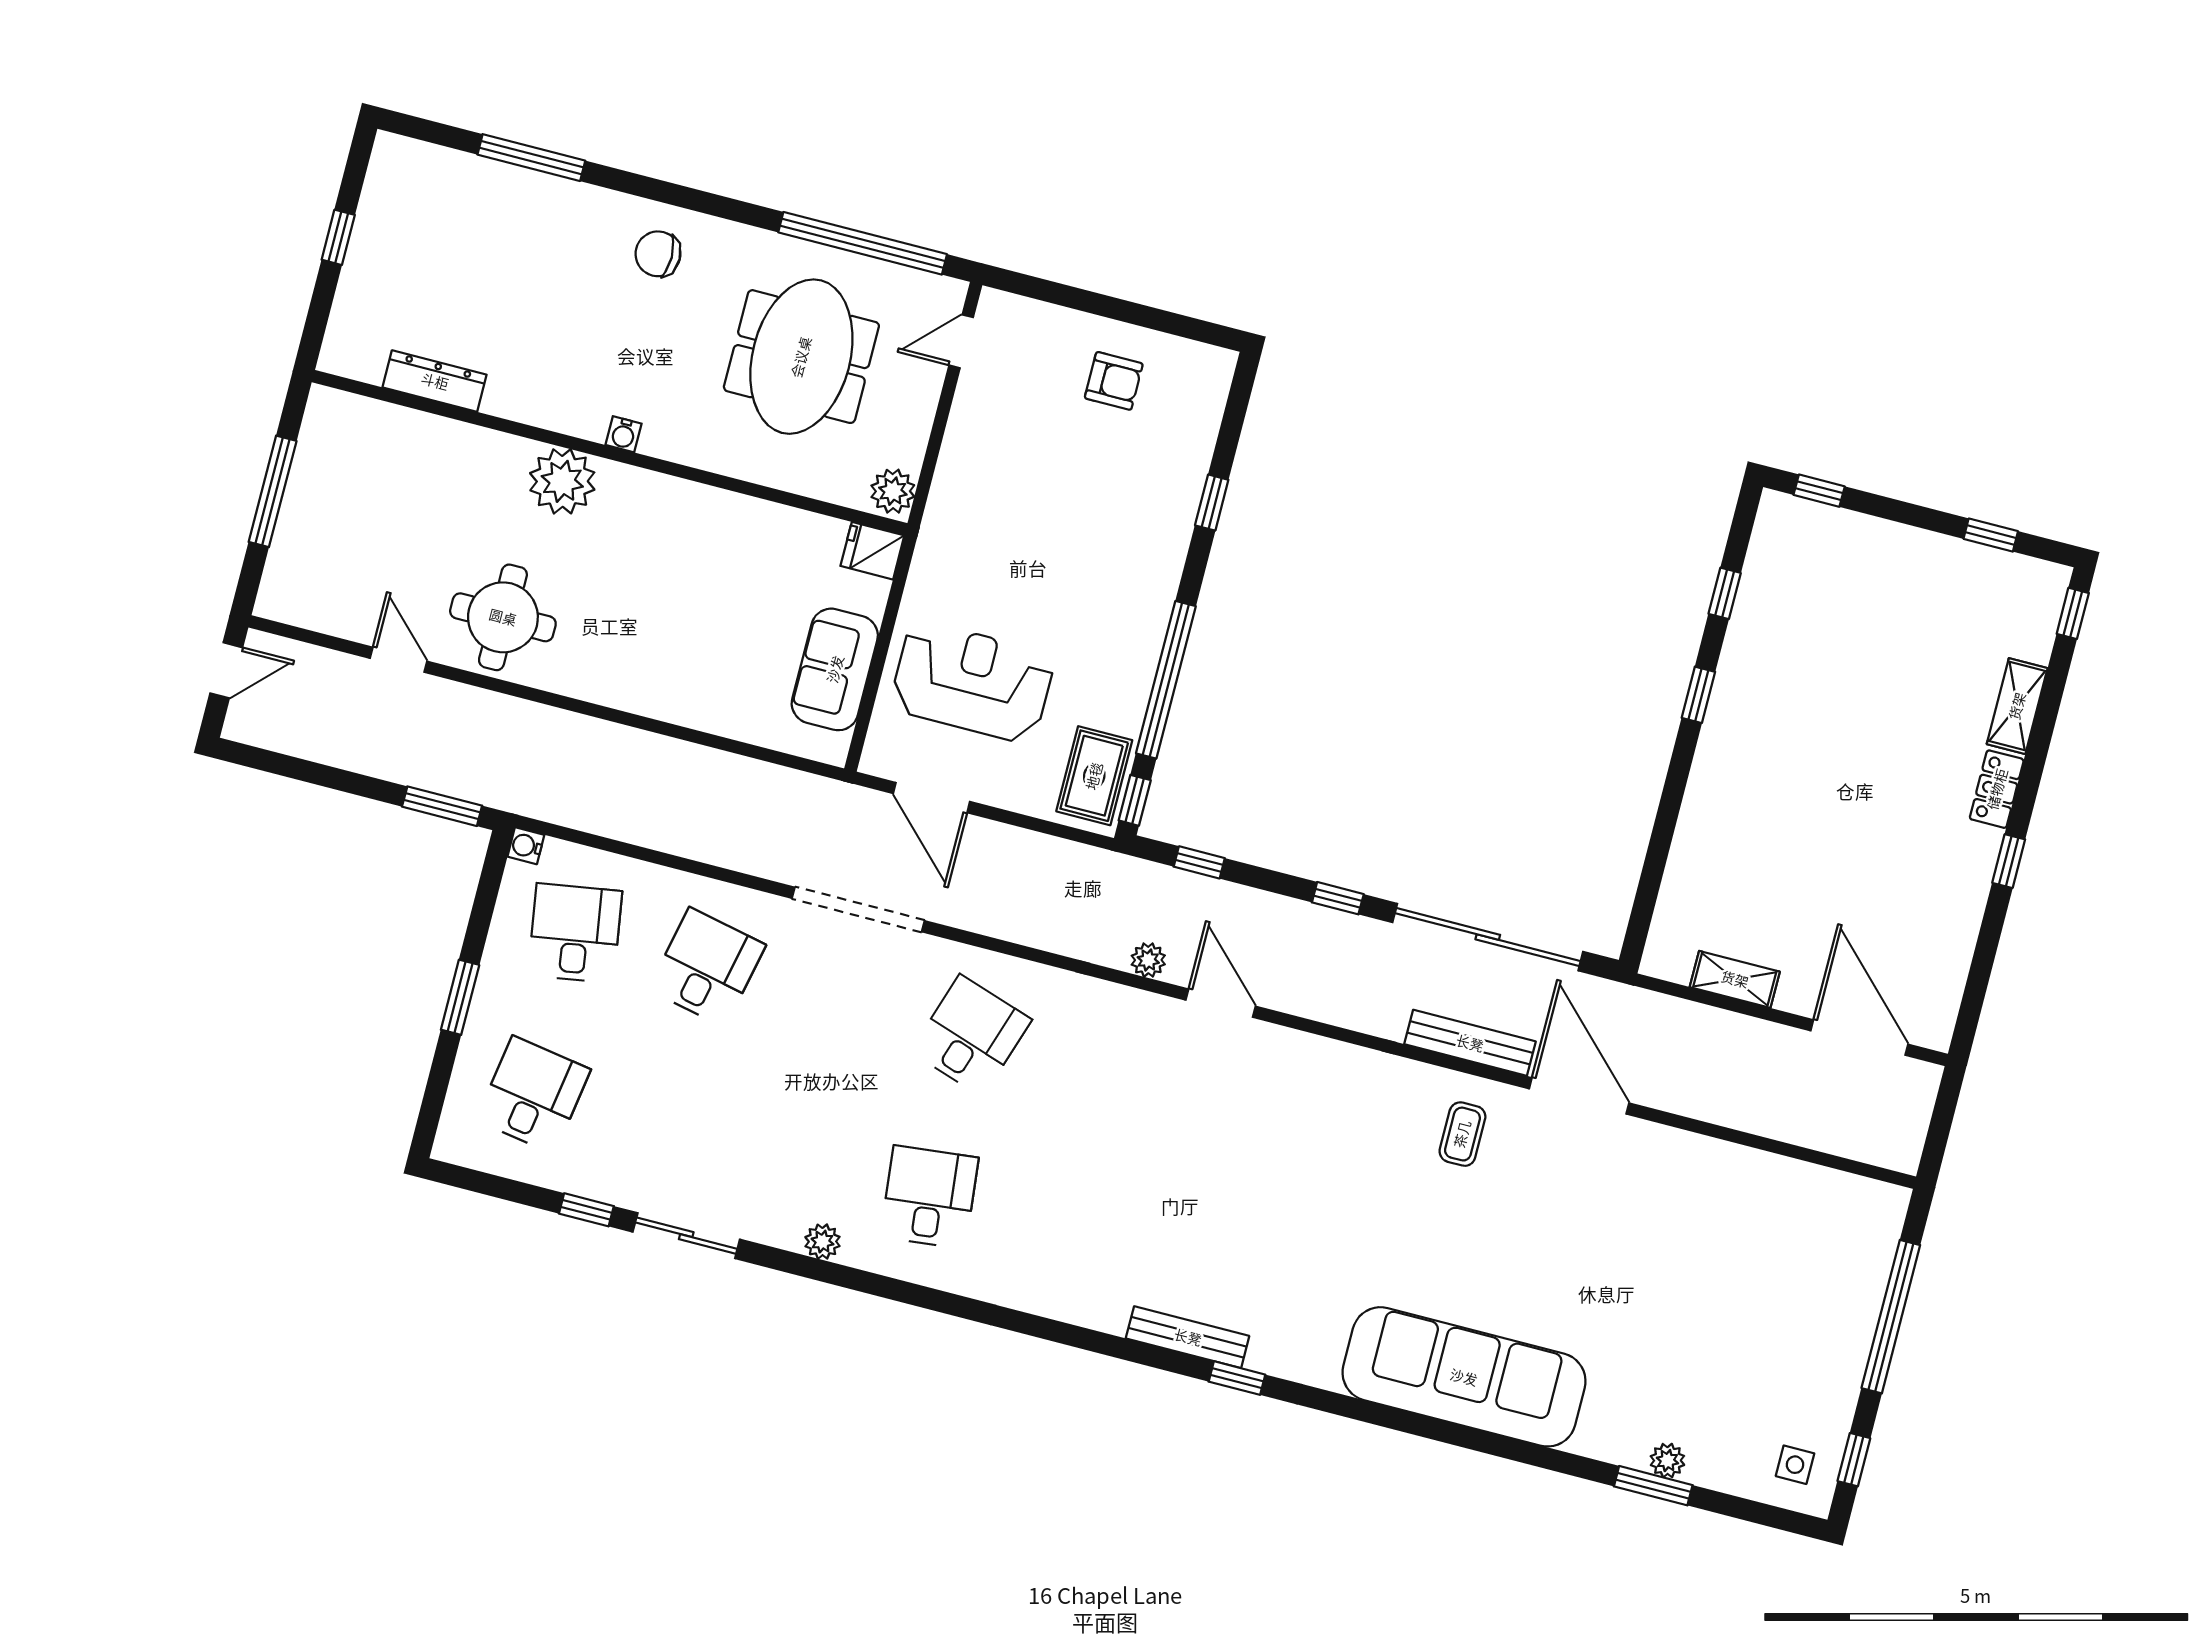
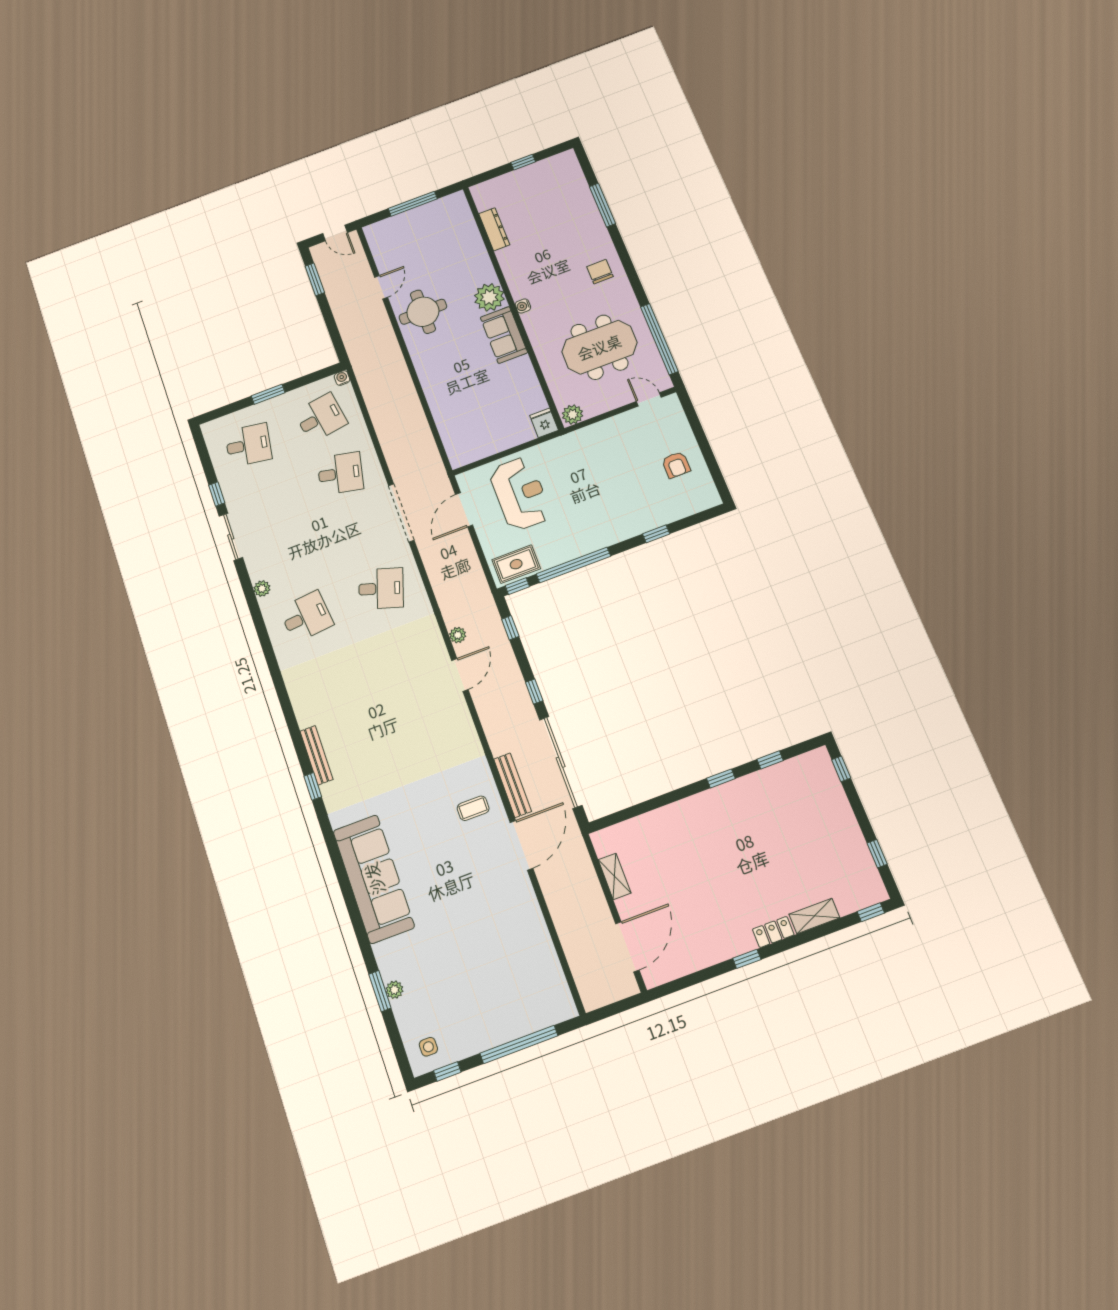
sofa: (835, 669) -> (504, 335), moved, turned -90
window: (442, 806) -> (315, 279), moved

